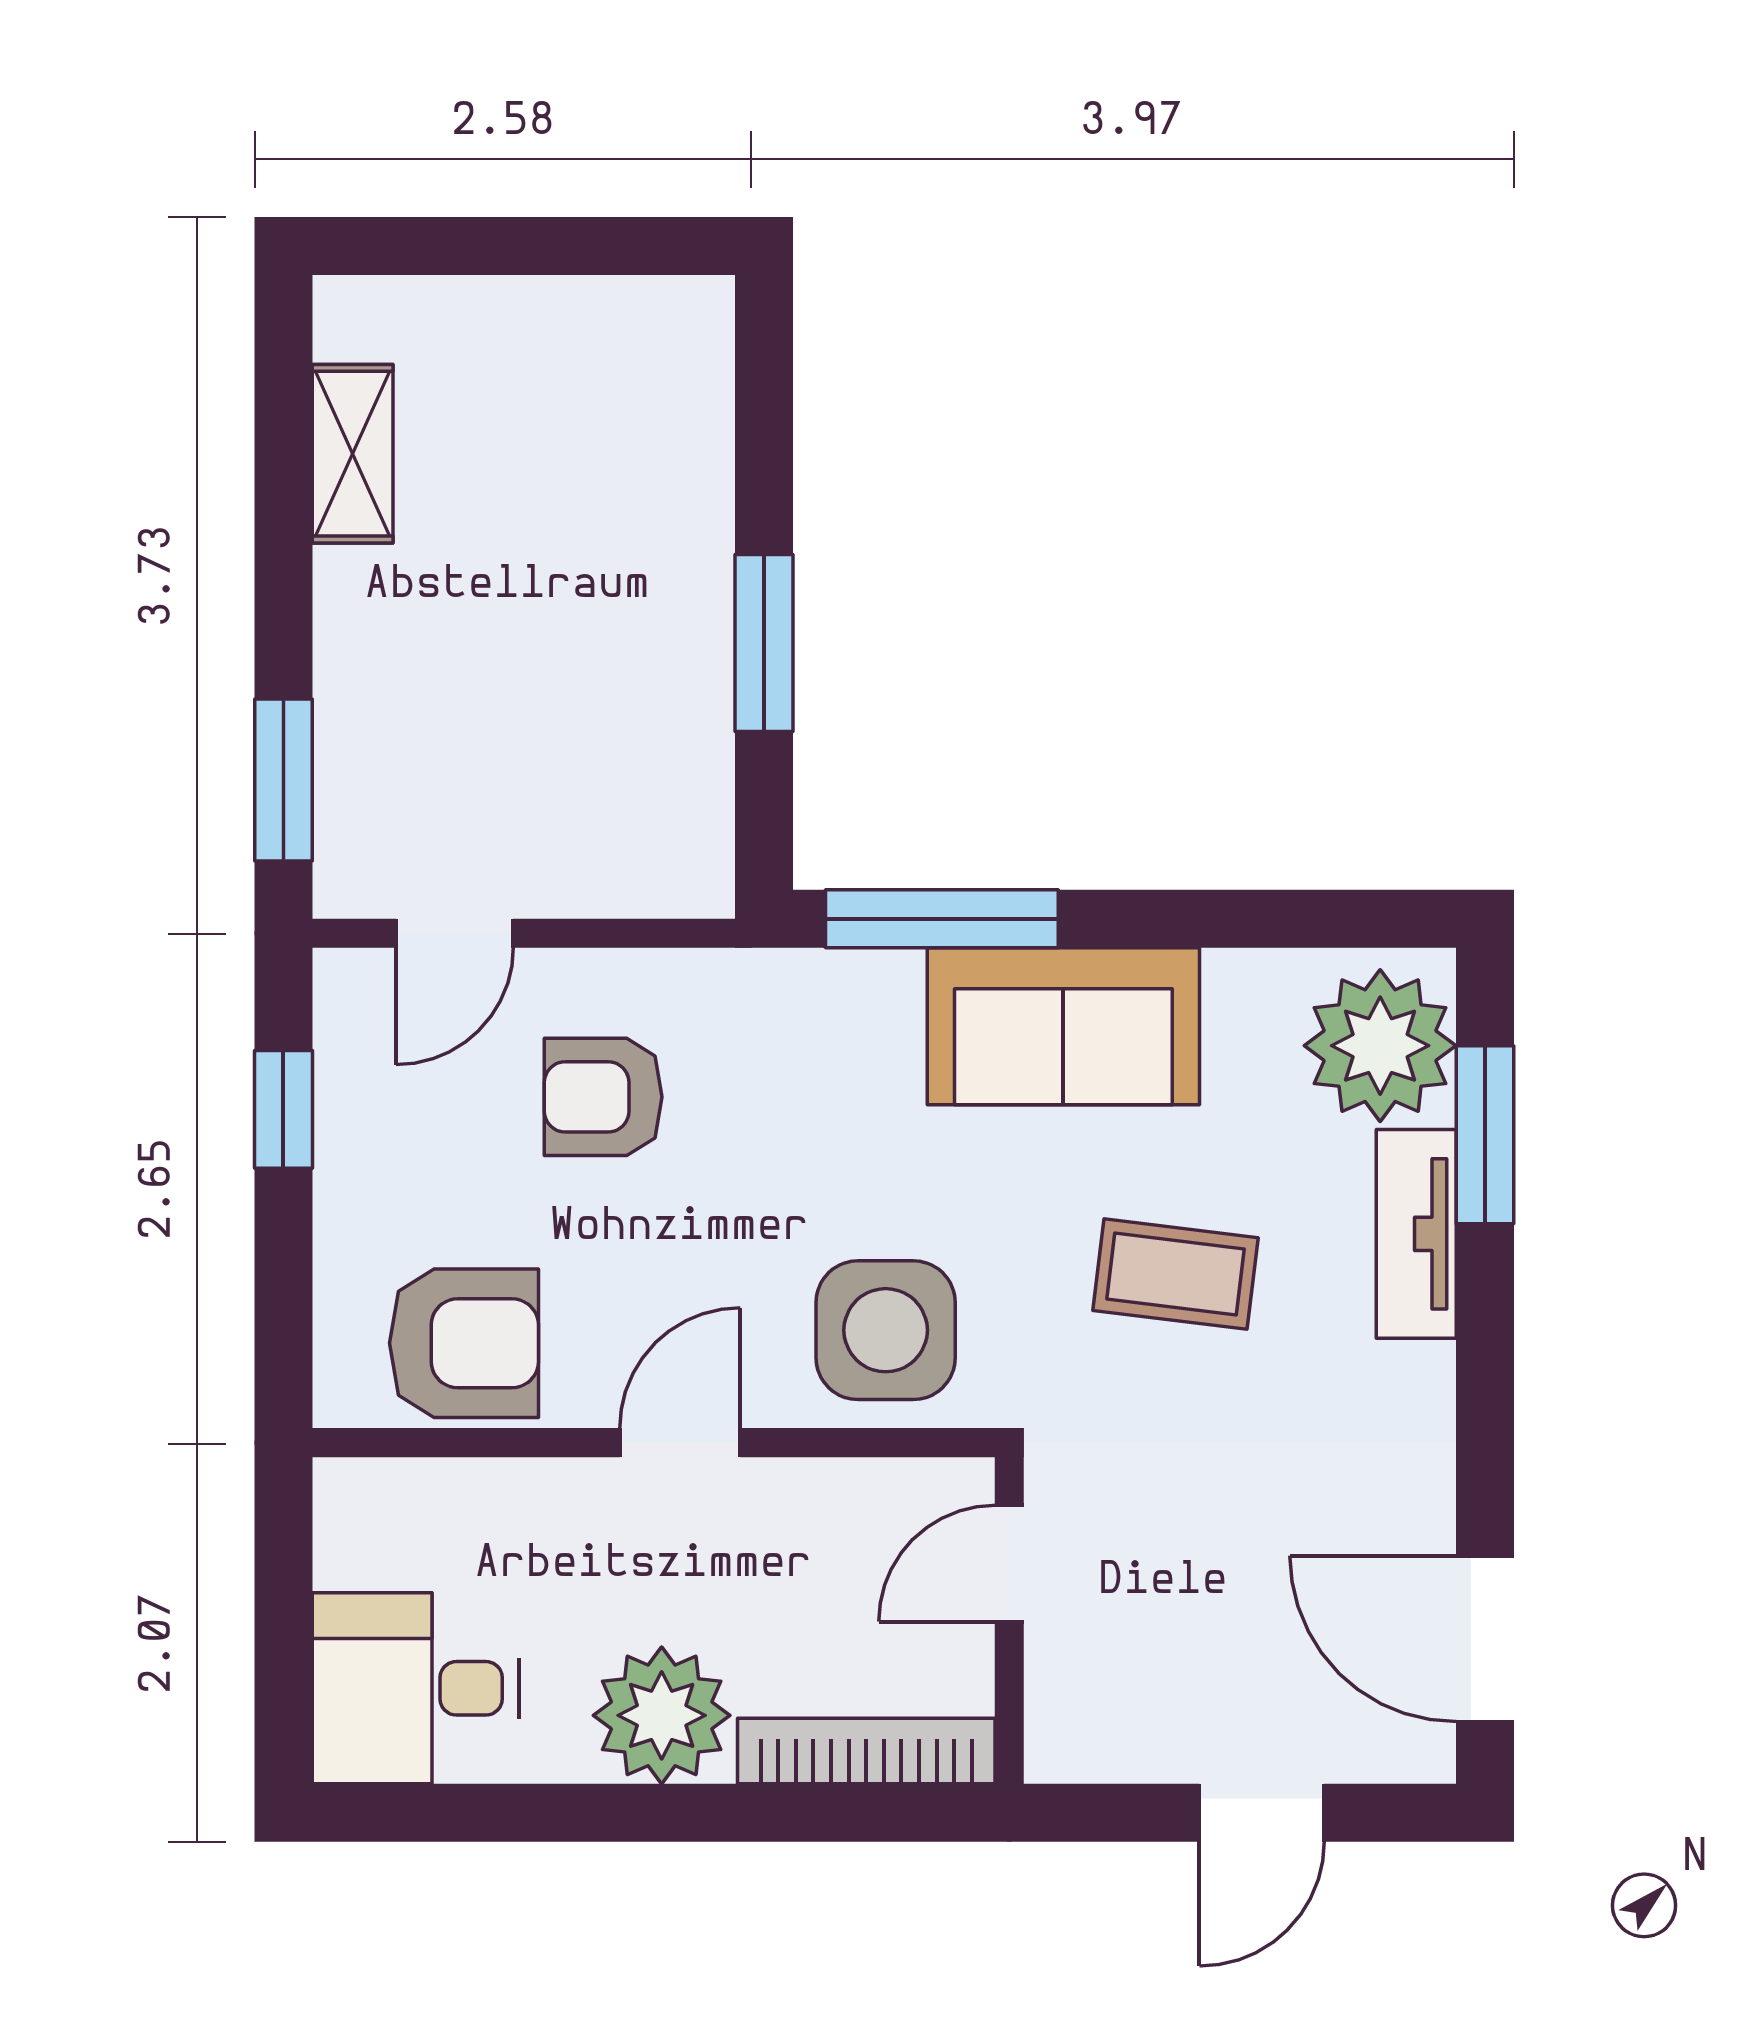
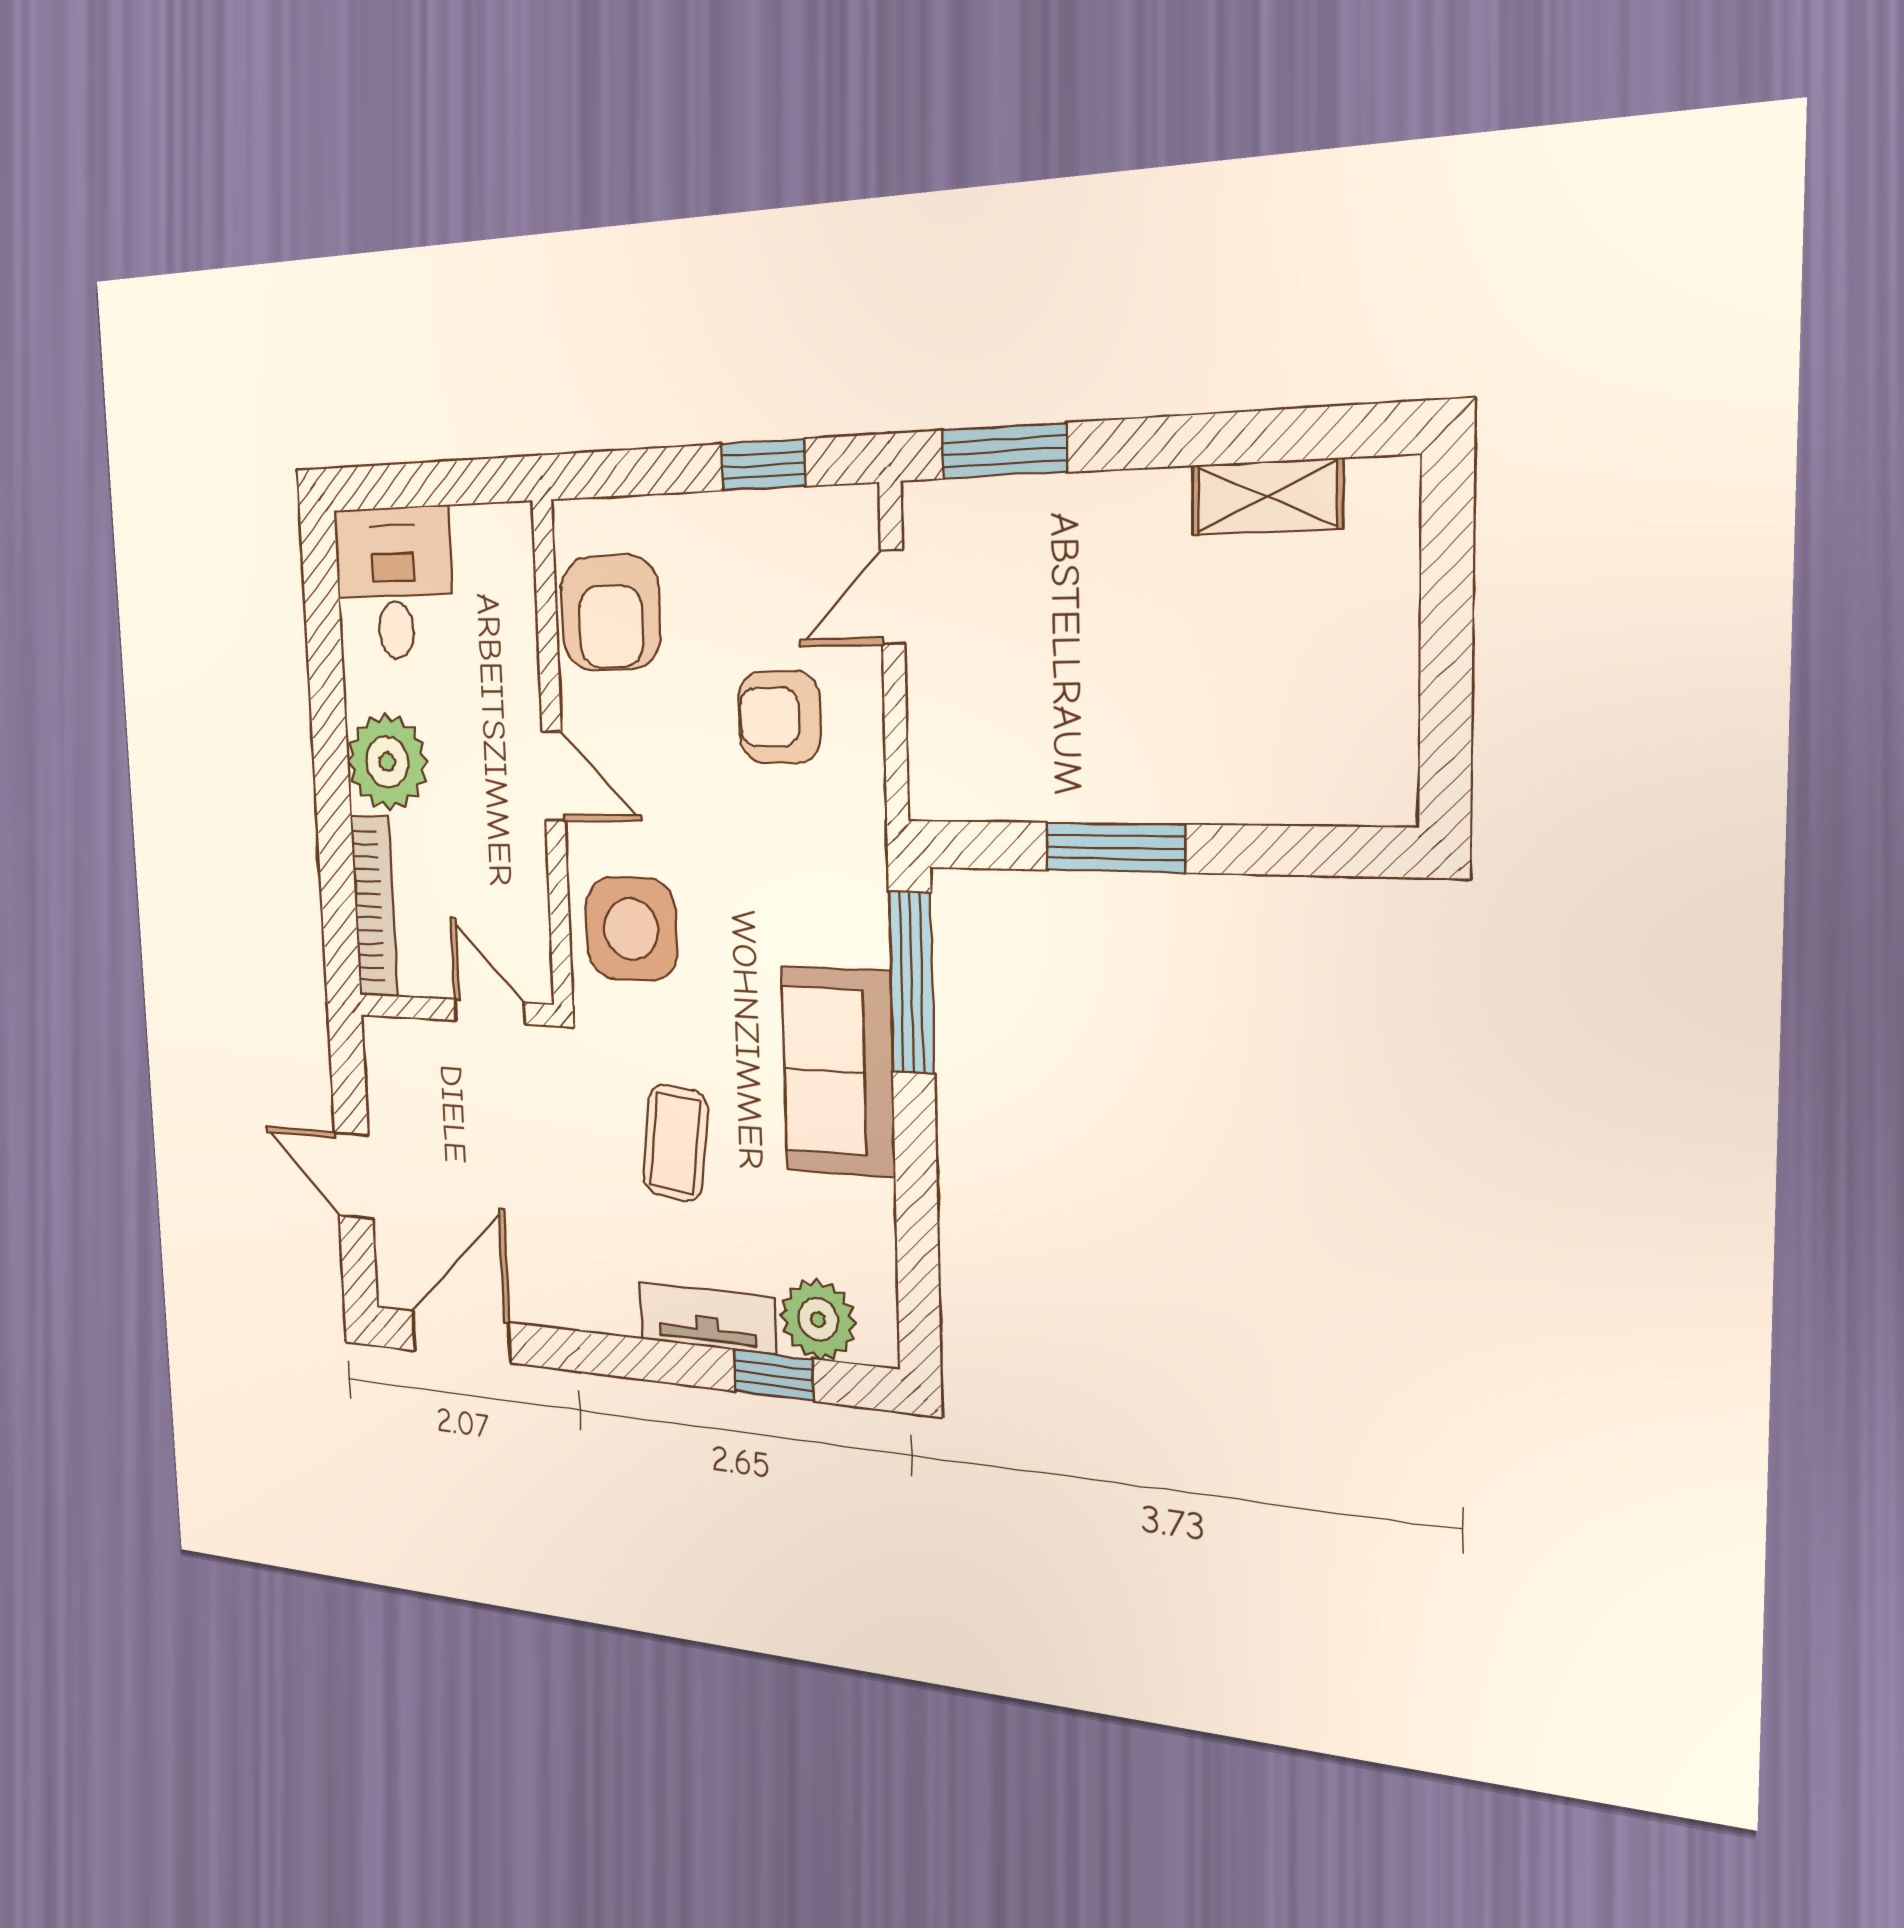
door: (455, 933) -> (893, 597), hinge flipped
plant: (1380, 1046) -> (818, 1319), width x0.73, depth x0.73
armchair: (603, 1097) -> (779, 717), turned -90
window: (1485, 1135) -> (774, 1375), width x0.67

